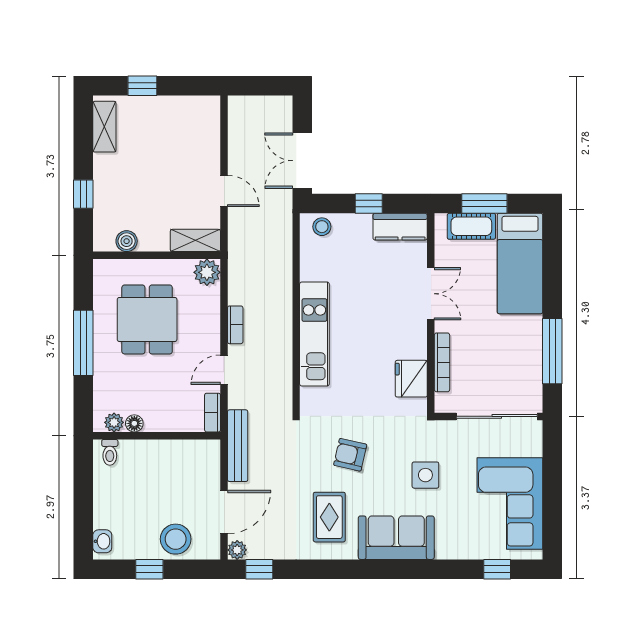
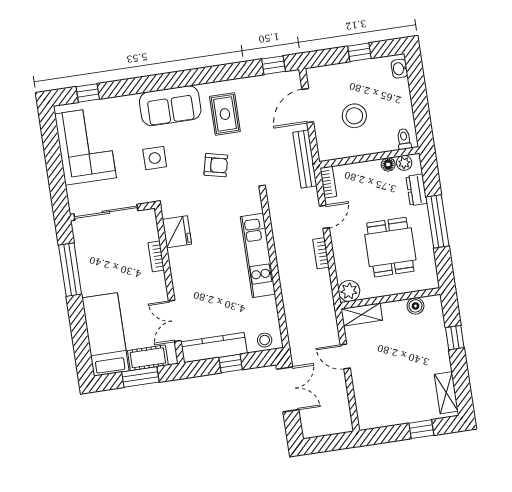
kitchen counter: (400, 227) -> (214, 348), width x1.50
double door: (431, 294) -> (175, 321), moved
bookcase: (442, 362) -> (156, 256), width x0.64
dresser: (104, 386) -> (417, 190), added
stool: (176, 539) -> (354, 116), moved
plant: (237, 550) -> (293, 78), removed

